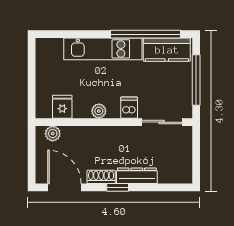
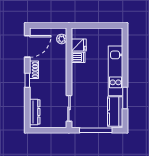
window: (146, 34) -> (125, 98), width x0.47
dishwasher: (129, 108) -> (78, 57), moved
plant: (99, 111) -> (76, 68), removed
dresser: (137, 176) -> (35, 112), moved

